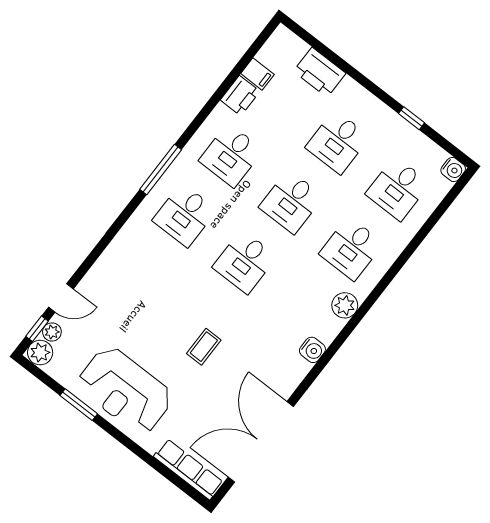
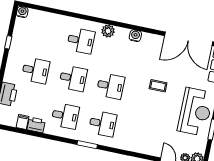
window: (161, 169) -> (87, 145), width x0.69
desk: (398, 189) -> (43, 33), removed

